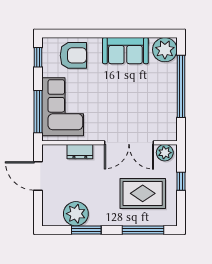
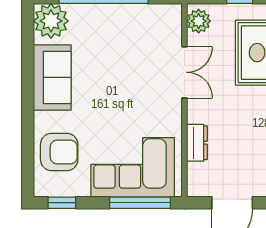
armchair: (73, 55) -> (59, 152), turned 90
double door: (129, 143) -> (184, 72), width x0.73

